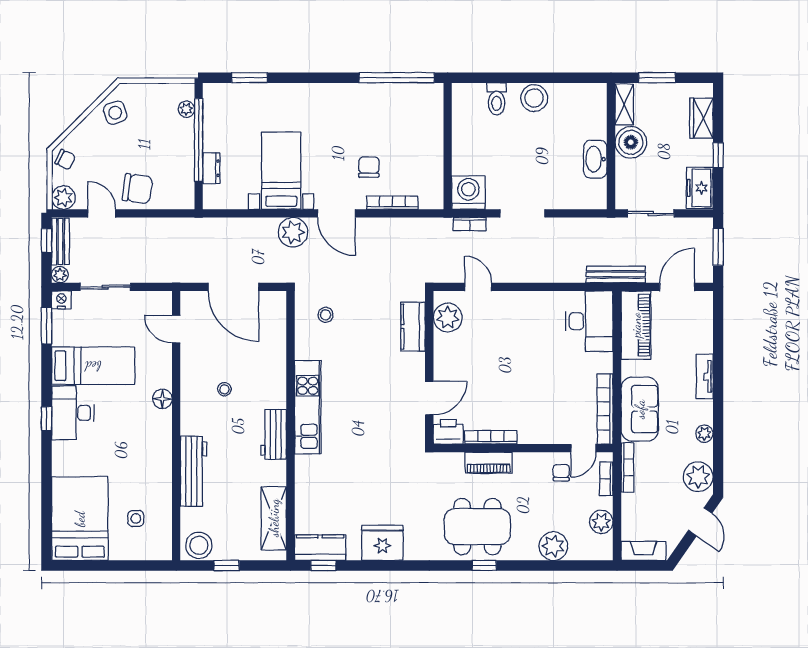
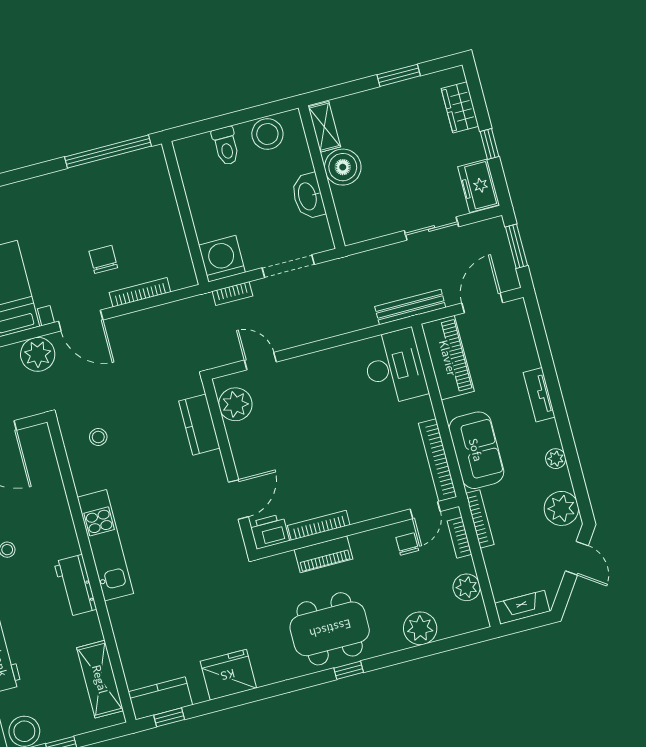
shelving: (624, 105) -> (324, 127), moved
boiler: (631, 142) -> (343, 167), moved
wall: (611, 146) -> (322, 177), moved
washbasin: (595, 159) -> (308, 196), moved

